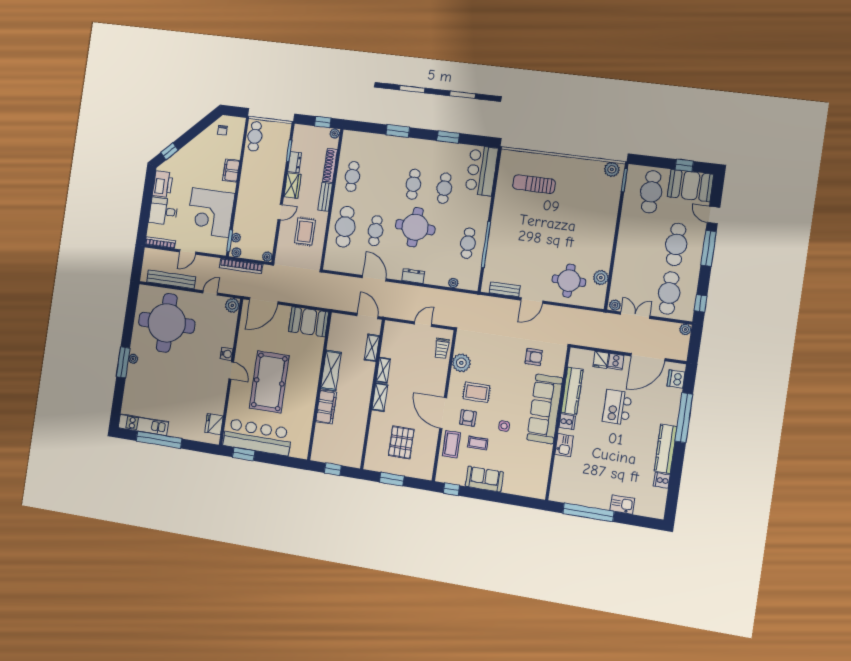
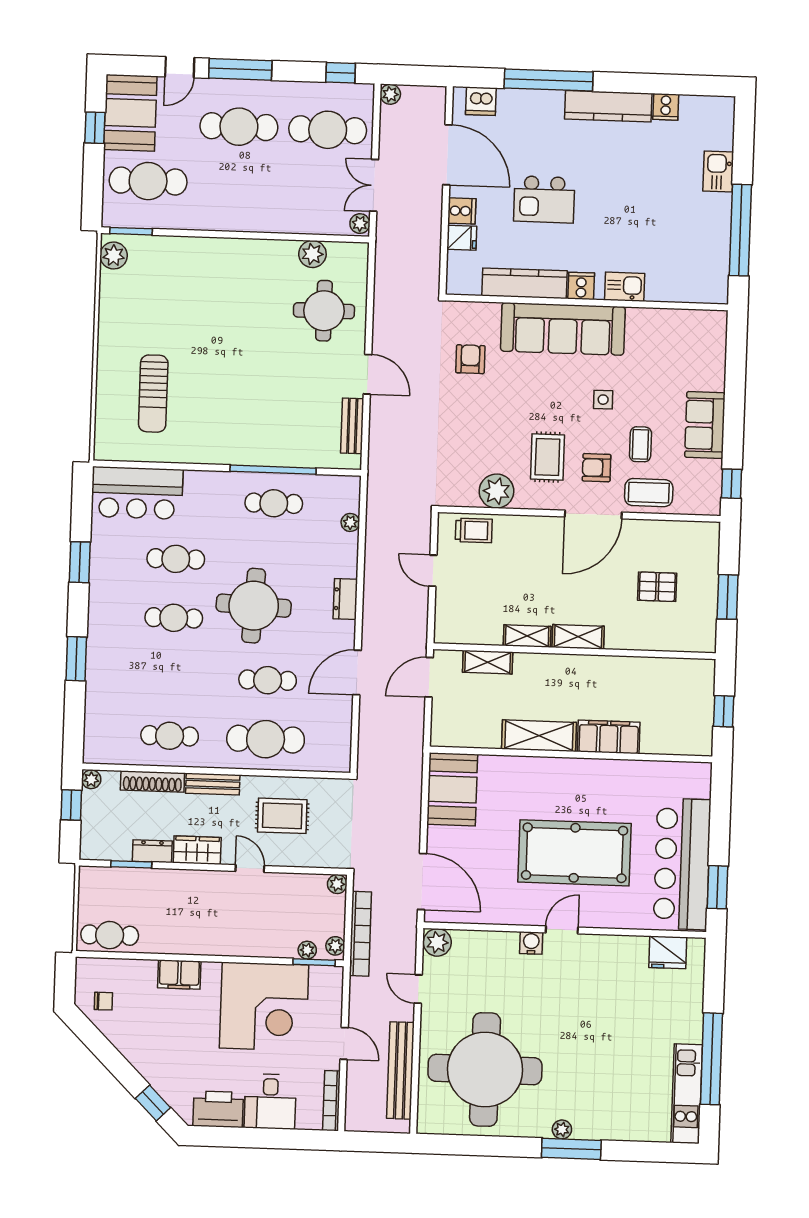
pallet: (401, 442) -> (657, 587), width x0.67, depth x0.71

